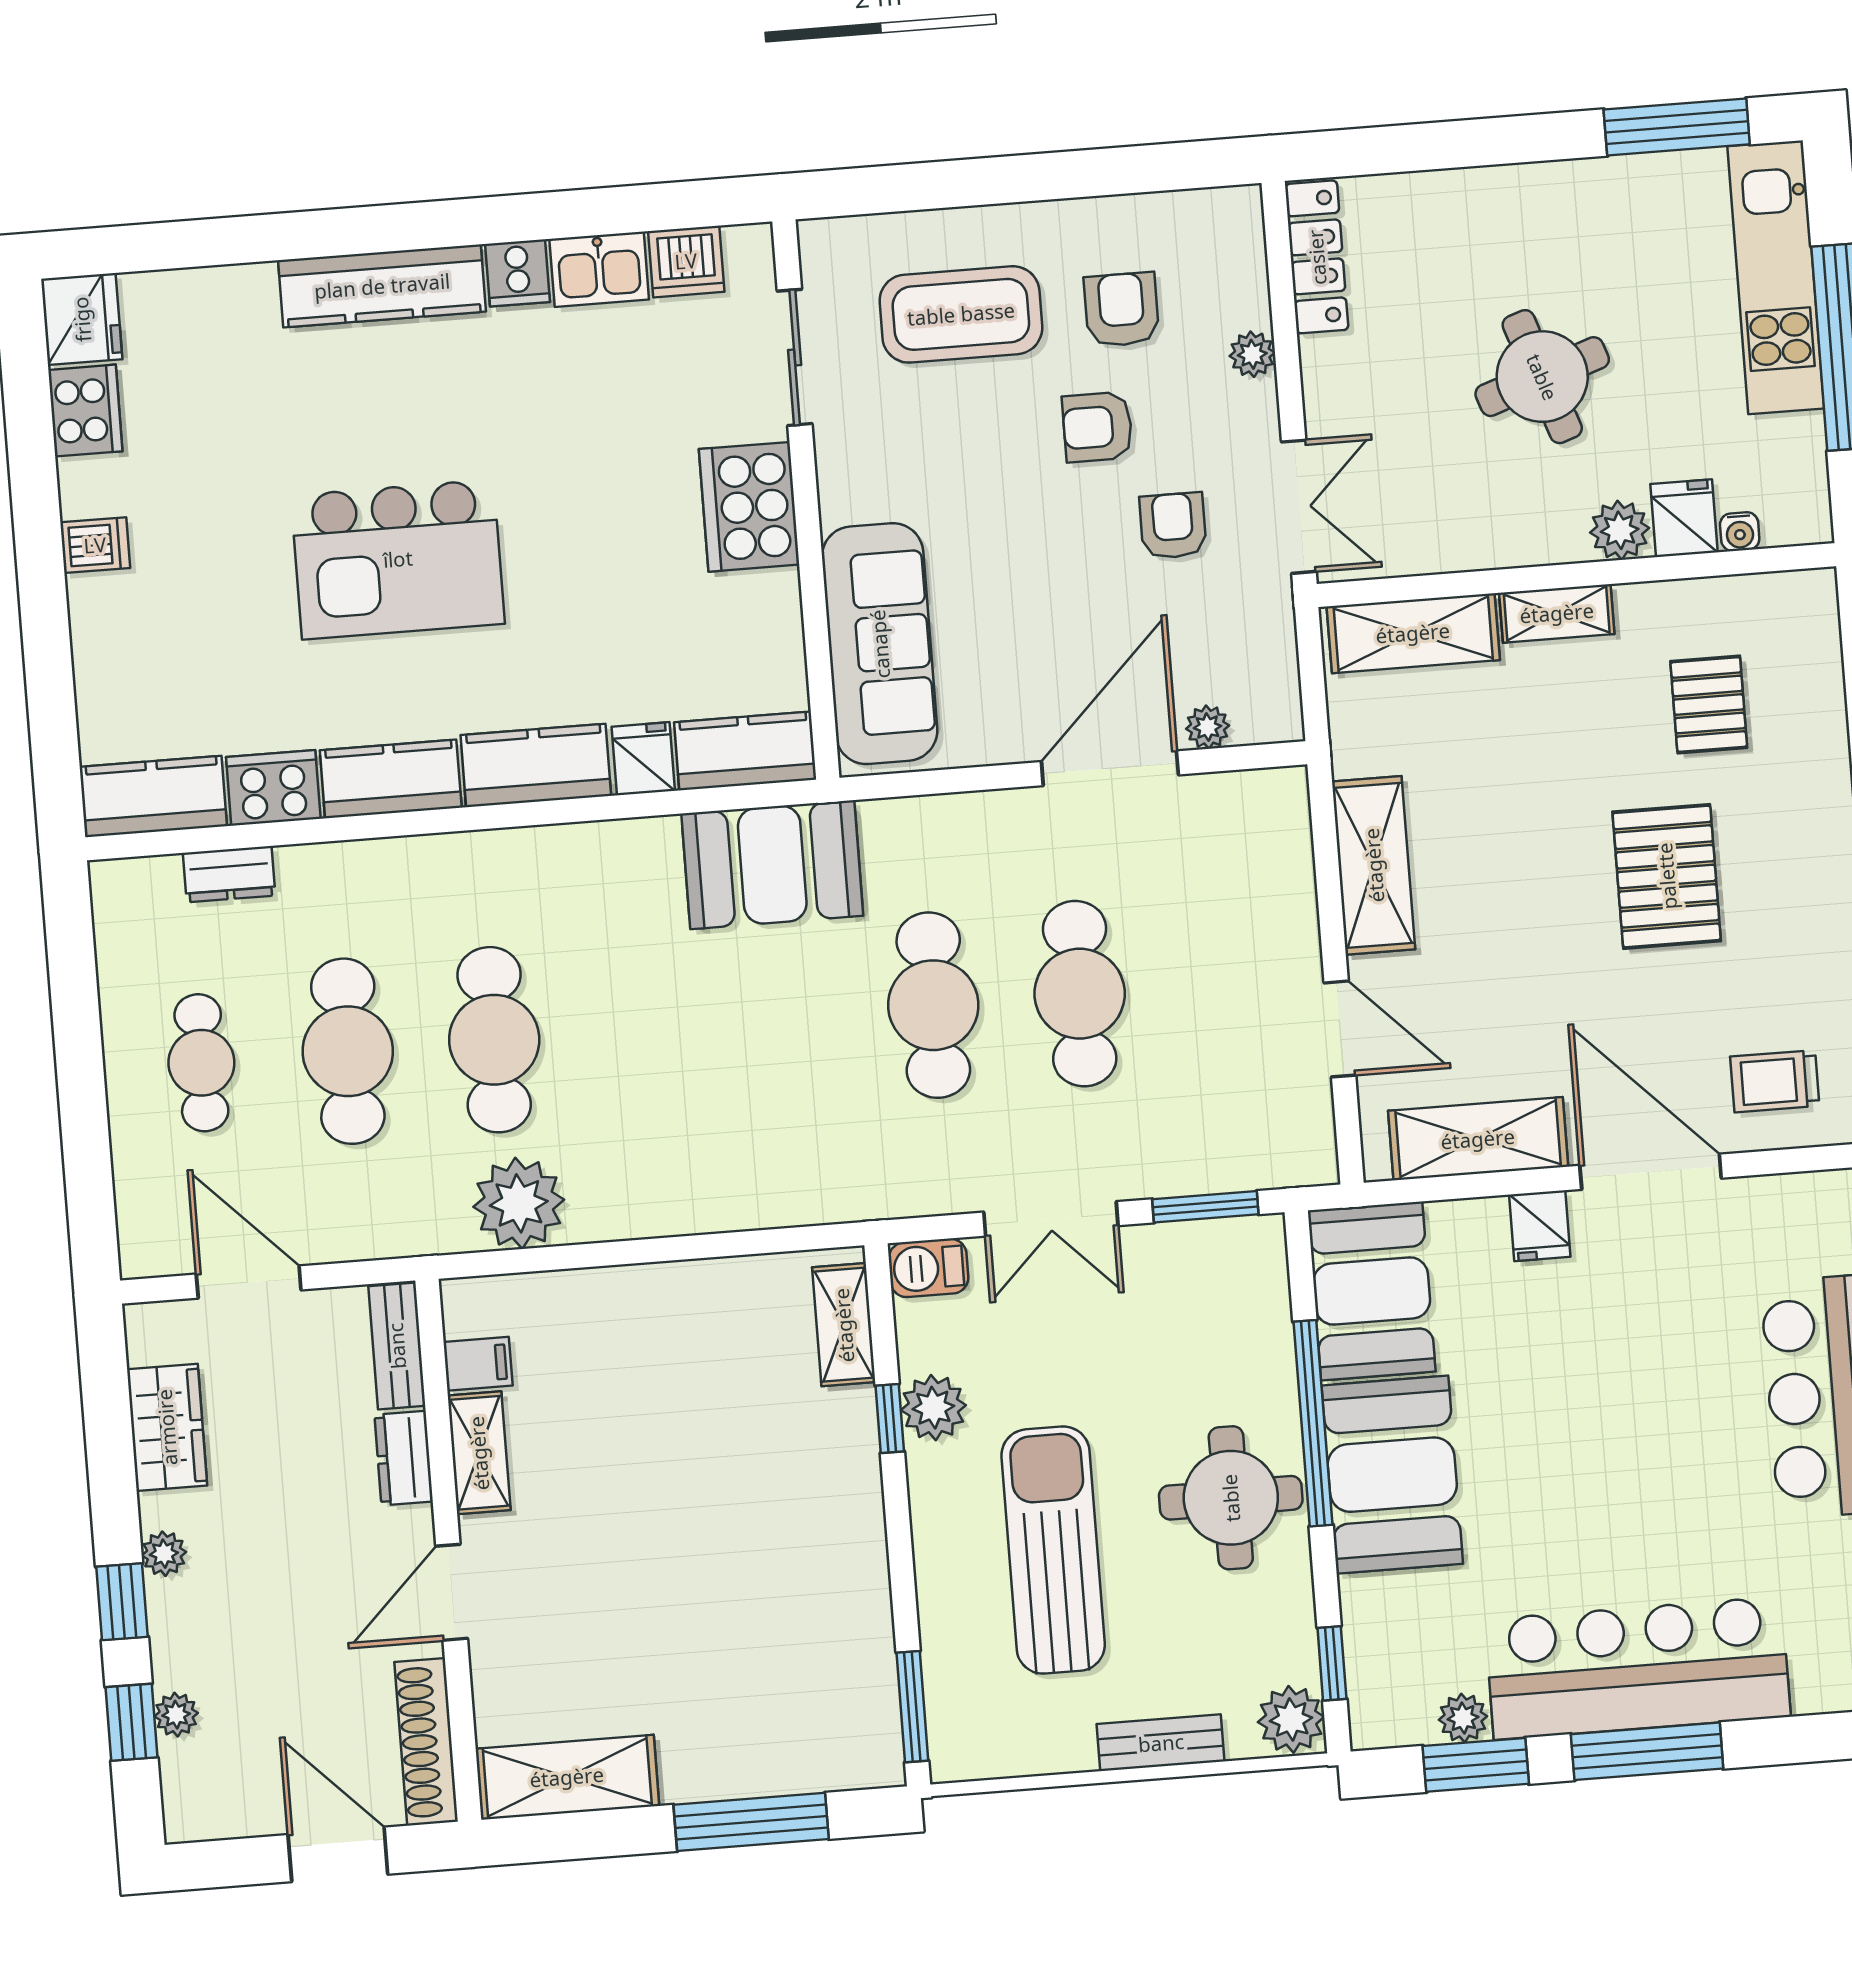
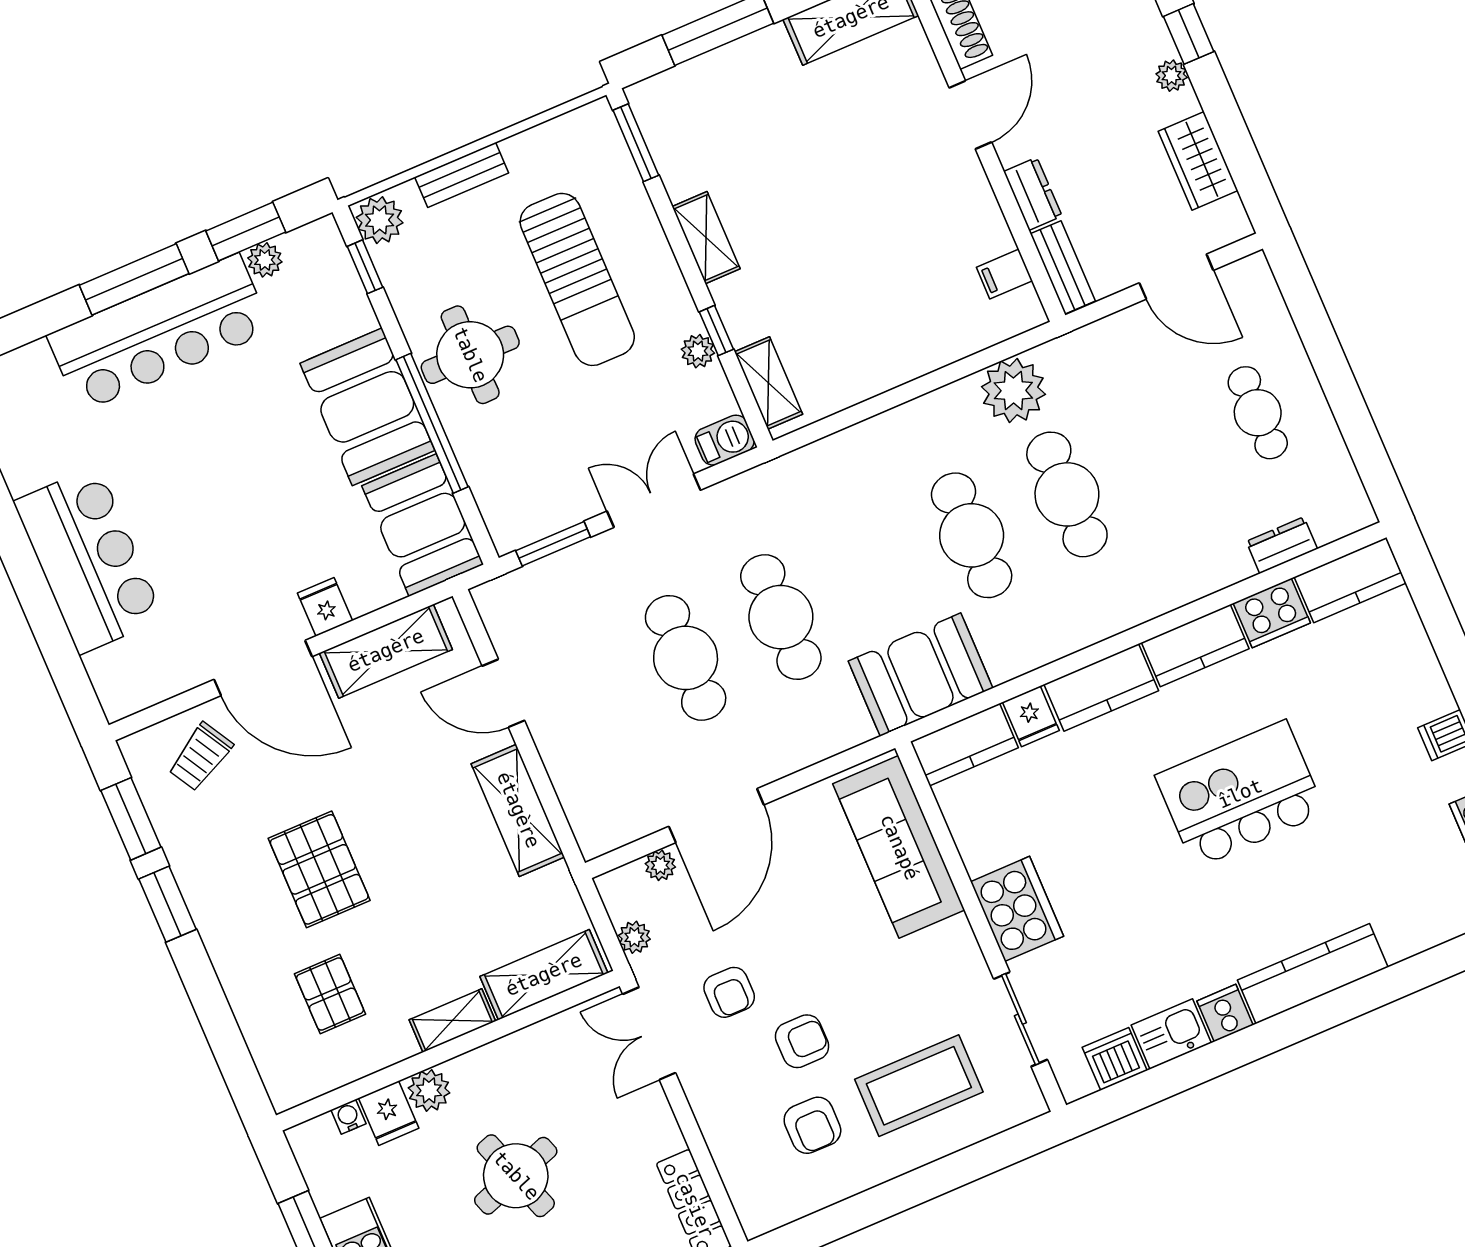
plant: (1252, 354) -> (634, 937), moved
cafe table: (348, 1051) -> (972, 535), moved
trolley: (1775, 1081) -> (200, 757), turned 150
plant: (933, 1408) -> (698, 351), width x0.73, depth x0.73
shelving: (479, 1453) -> (706, 238), moved

